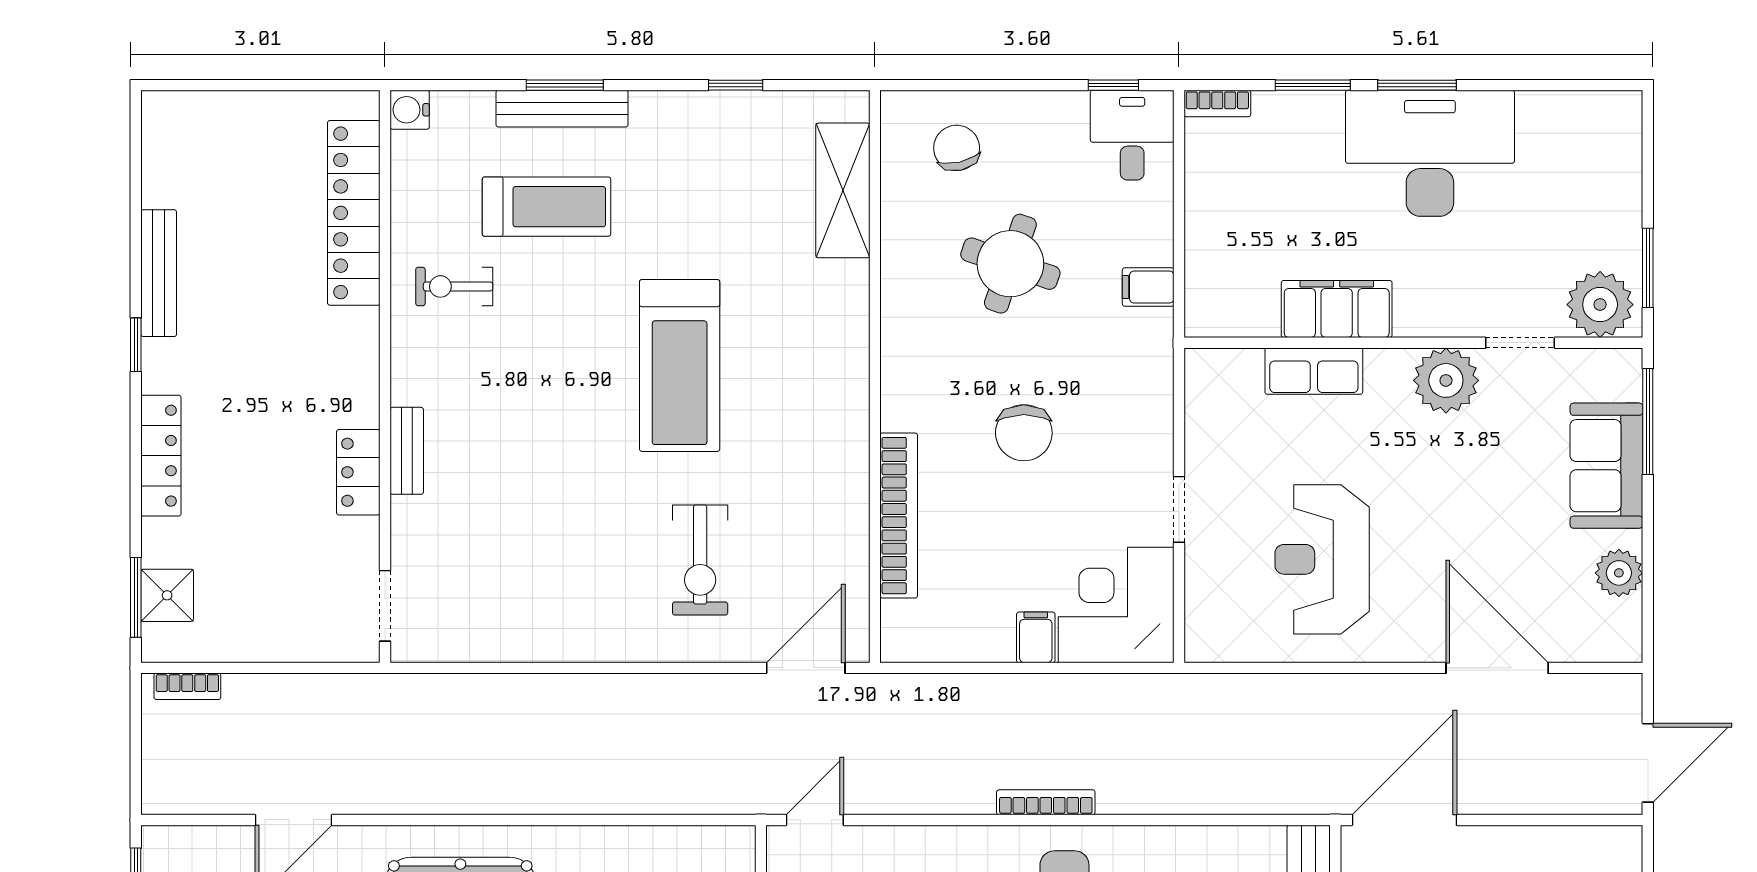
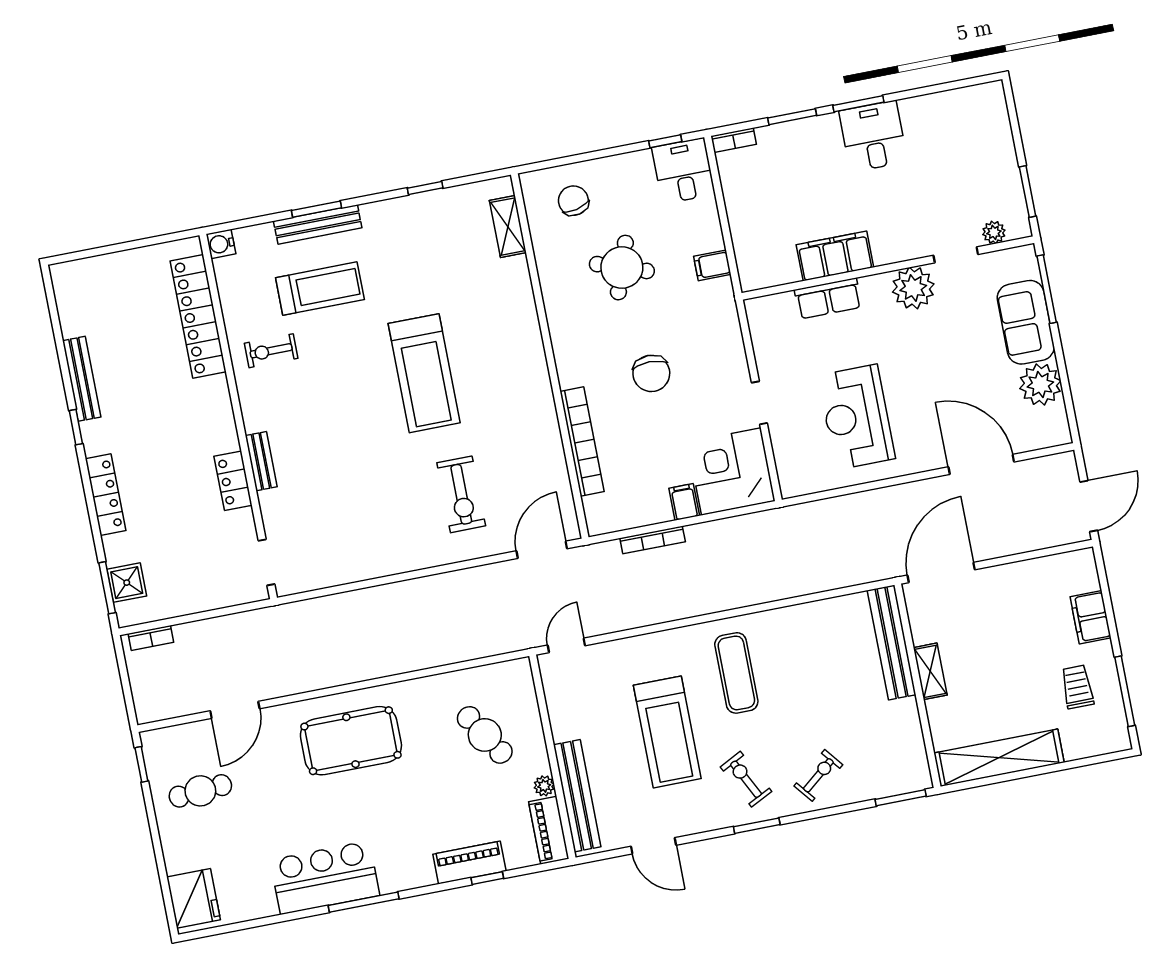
desk: (1430, 153) -> (873, 136), width x0.53, depth x0.77
shelving: (843, 190) -> (508, 227), width x0.67, depth x0.75
plant: (1600, 305) -> (994, 232), width x0.53, depth x0.53
plant: (1619, 573) -> (1040, 385), width x1.36, depth x1.36
bookcase: (1046, 802) -> (653, 540), moved, turned 180

